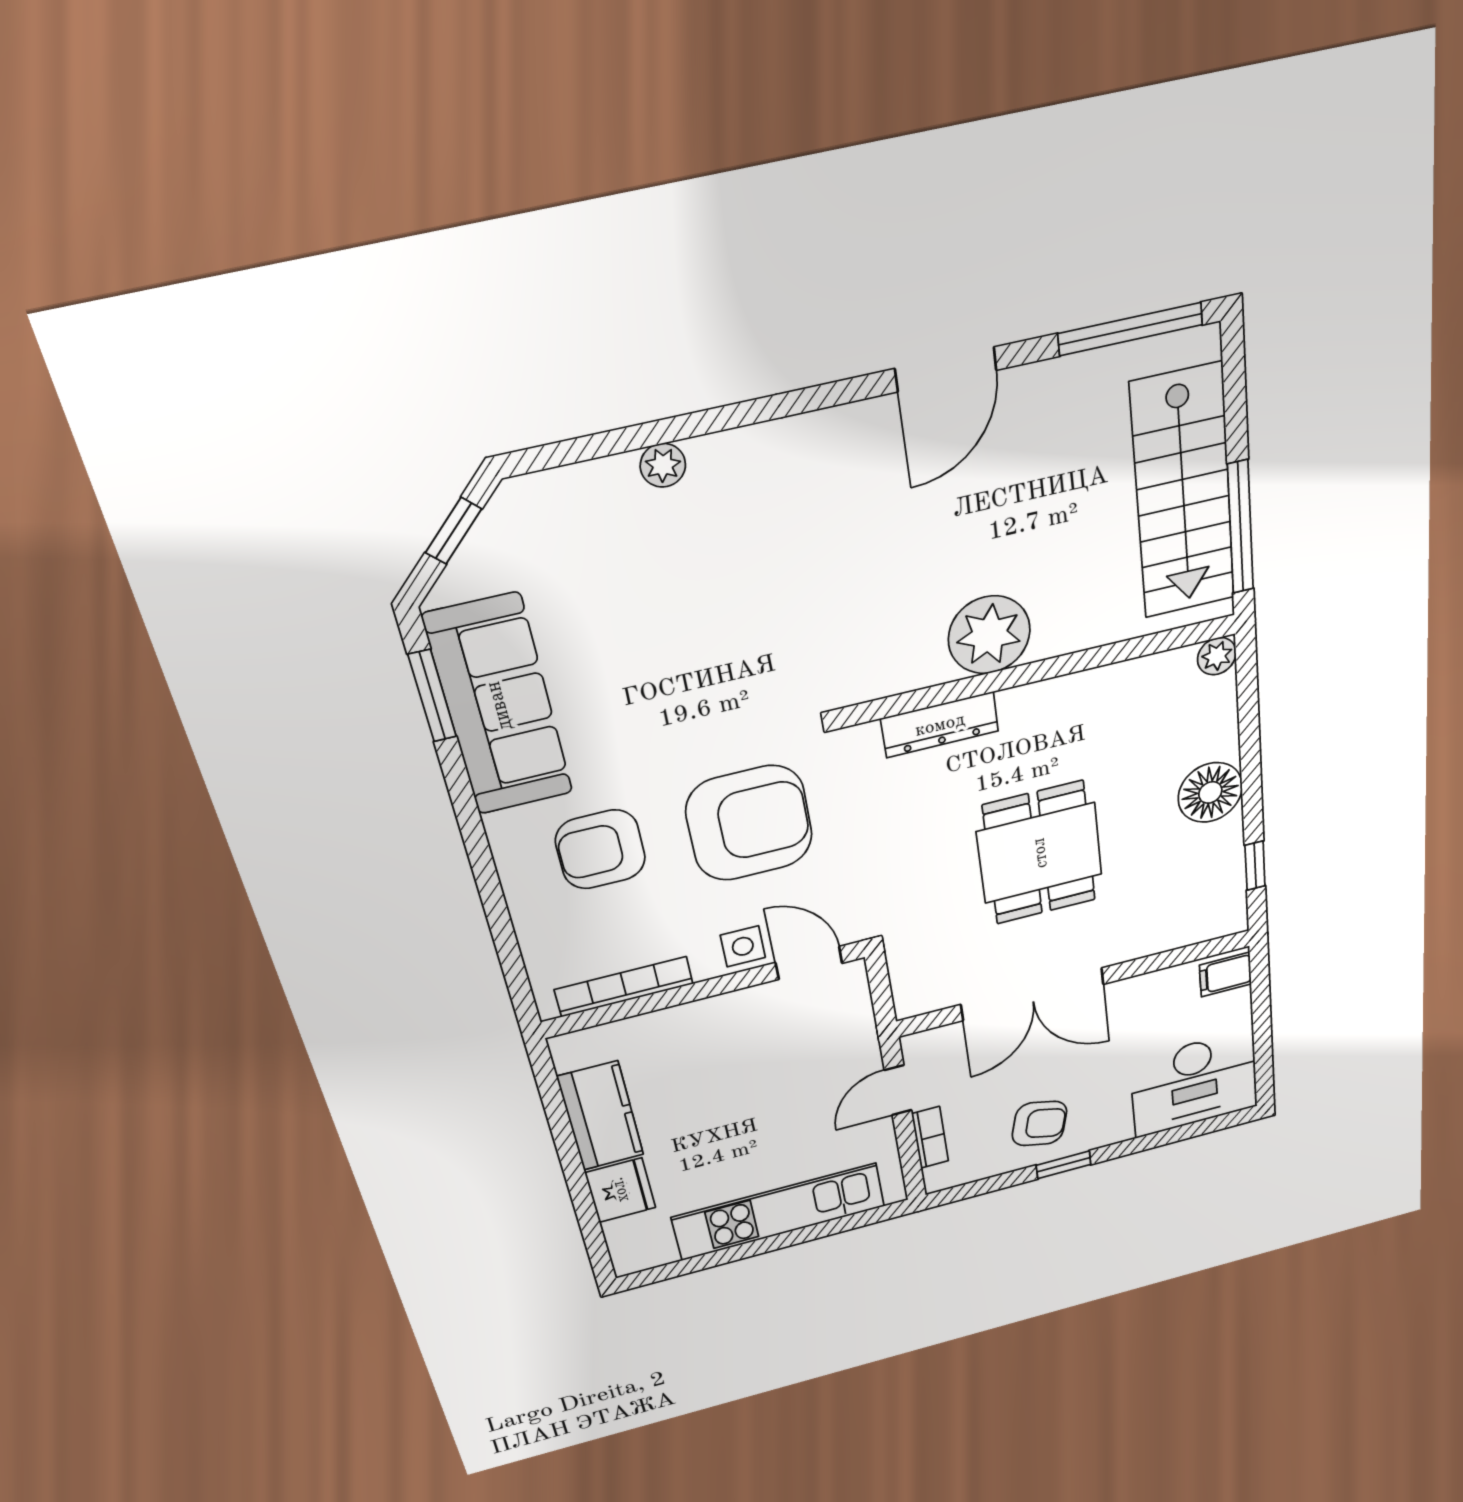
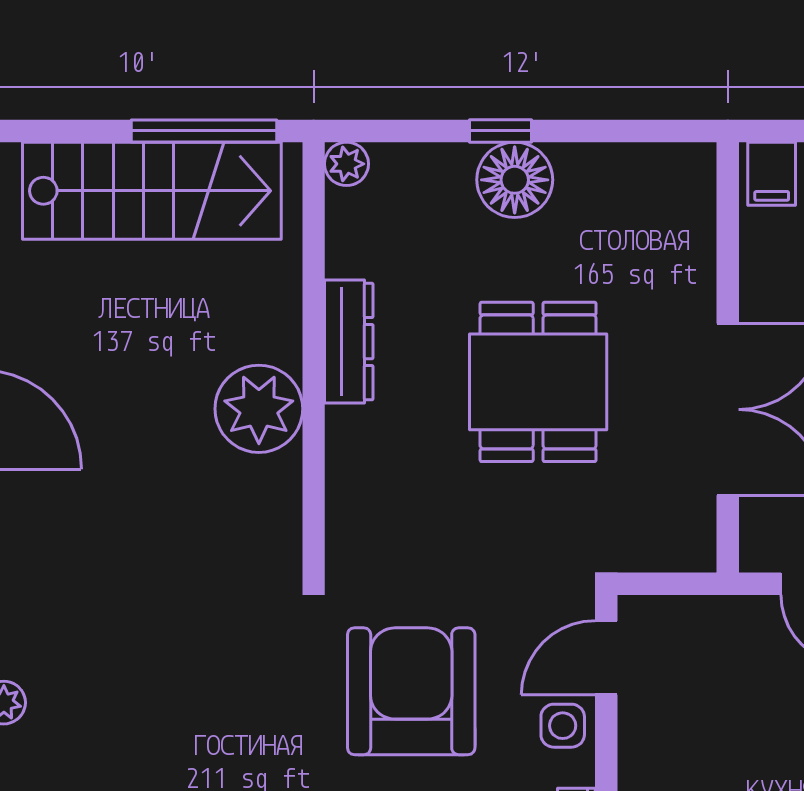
dresser: (940, 725) -> (349, 342), moved
dining table: (1040, 853) -> (538, 382), turned 90
window: (1255, 866) -> (500, 131), moved

